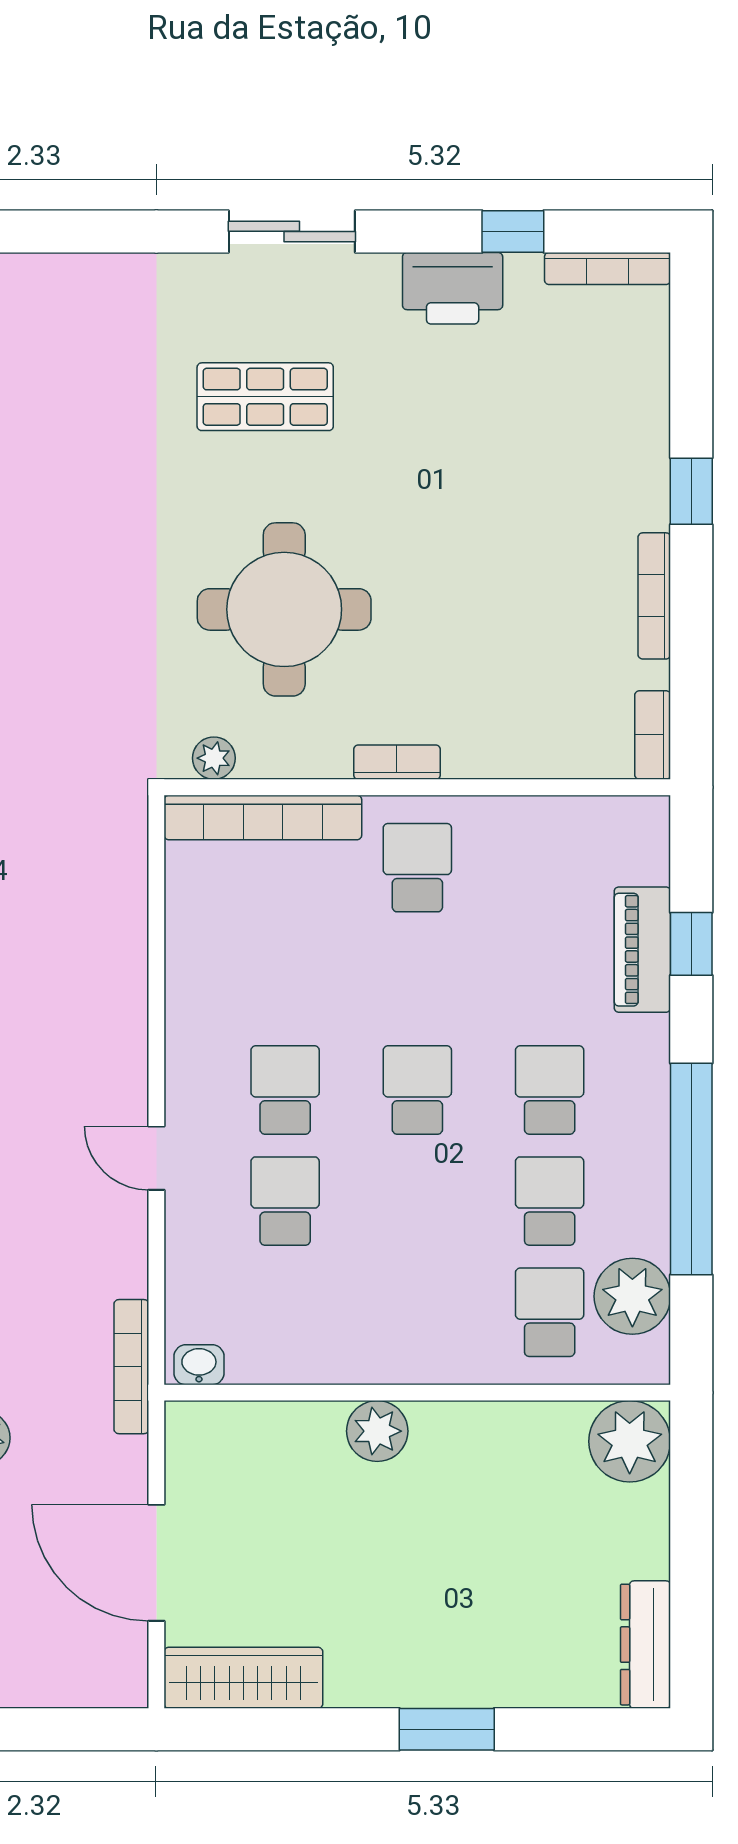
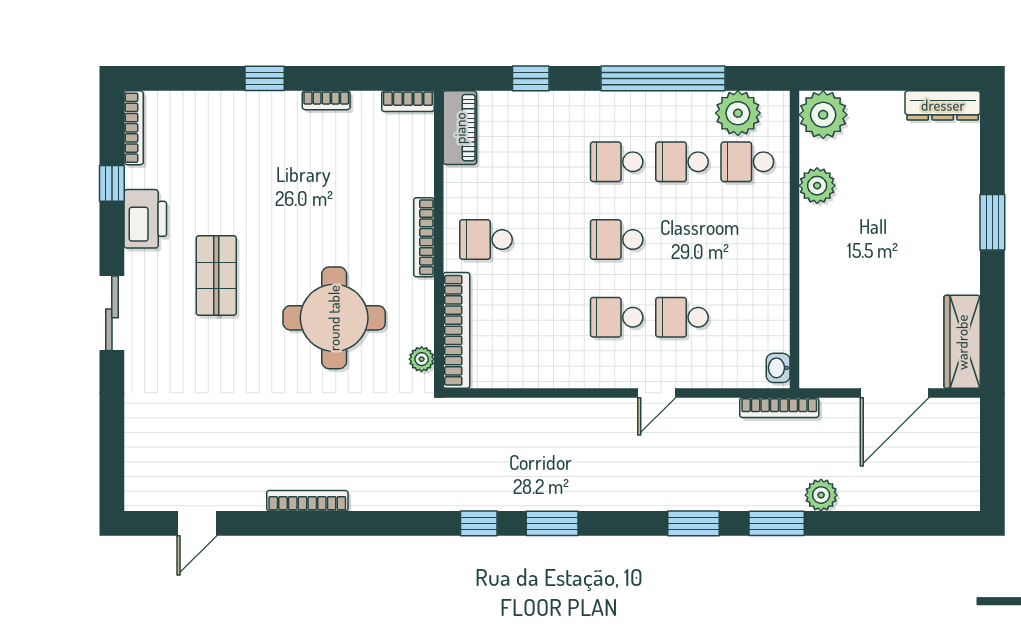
shop shelf: (265, 397) -> (216, 276), moved
bookcase: (654, 596) -> (326, 100), width x0.64
bookcase: (397, 762) -> (424, 237), width x1.56
piano: (642, 950) -> (460, 128), moved, turned -90
plant: (377, 1431) -> (817, 186), moved

